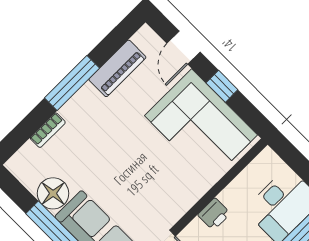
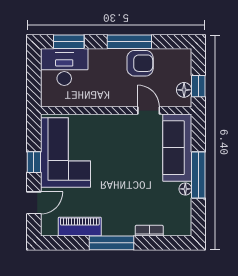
floor lamp: (53, 193) -> (185, 189), width x0.53, depth x0.53
printer: (214, 214) -> (106, 99), removed

